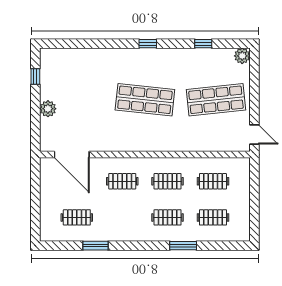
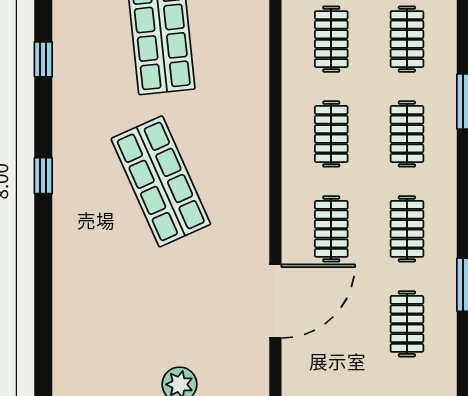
shop shelf: (145, 100) -> (161, 181), turned -30
door: (72, 155) -> (275, 301), moved
clothes rail: (122, 217) -> (407, 229), added

